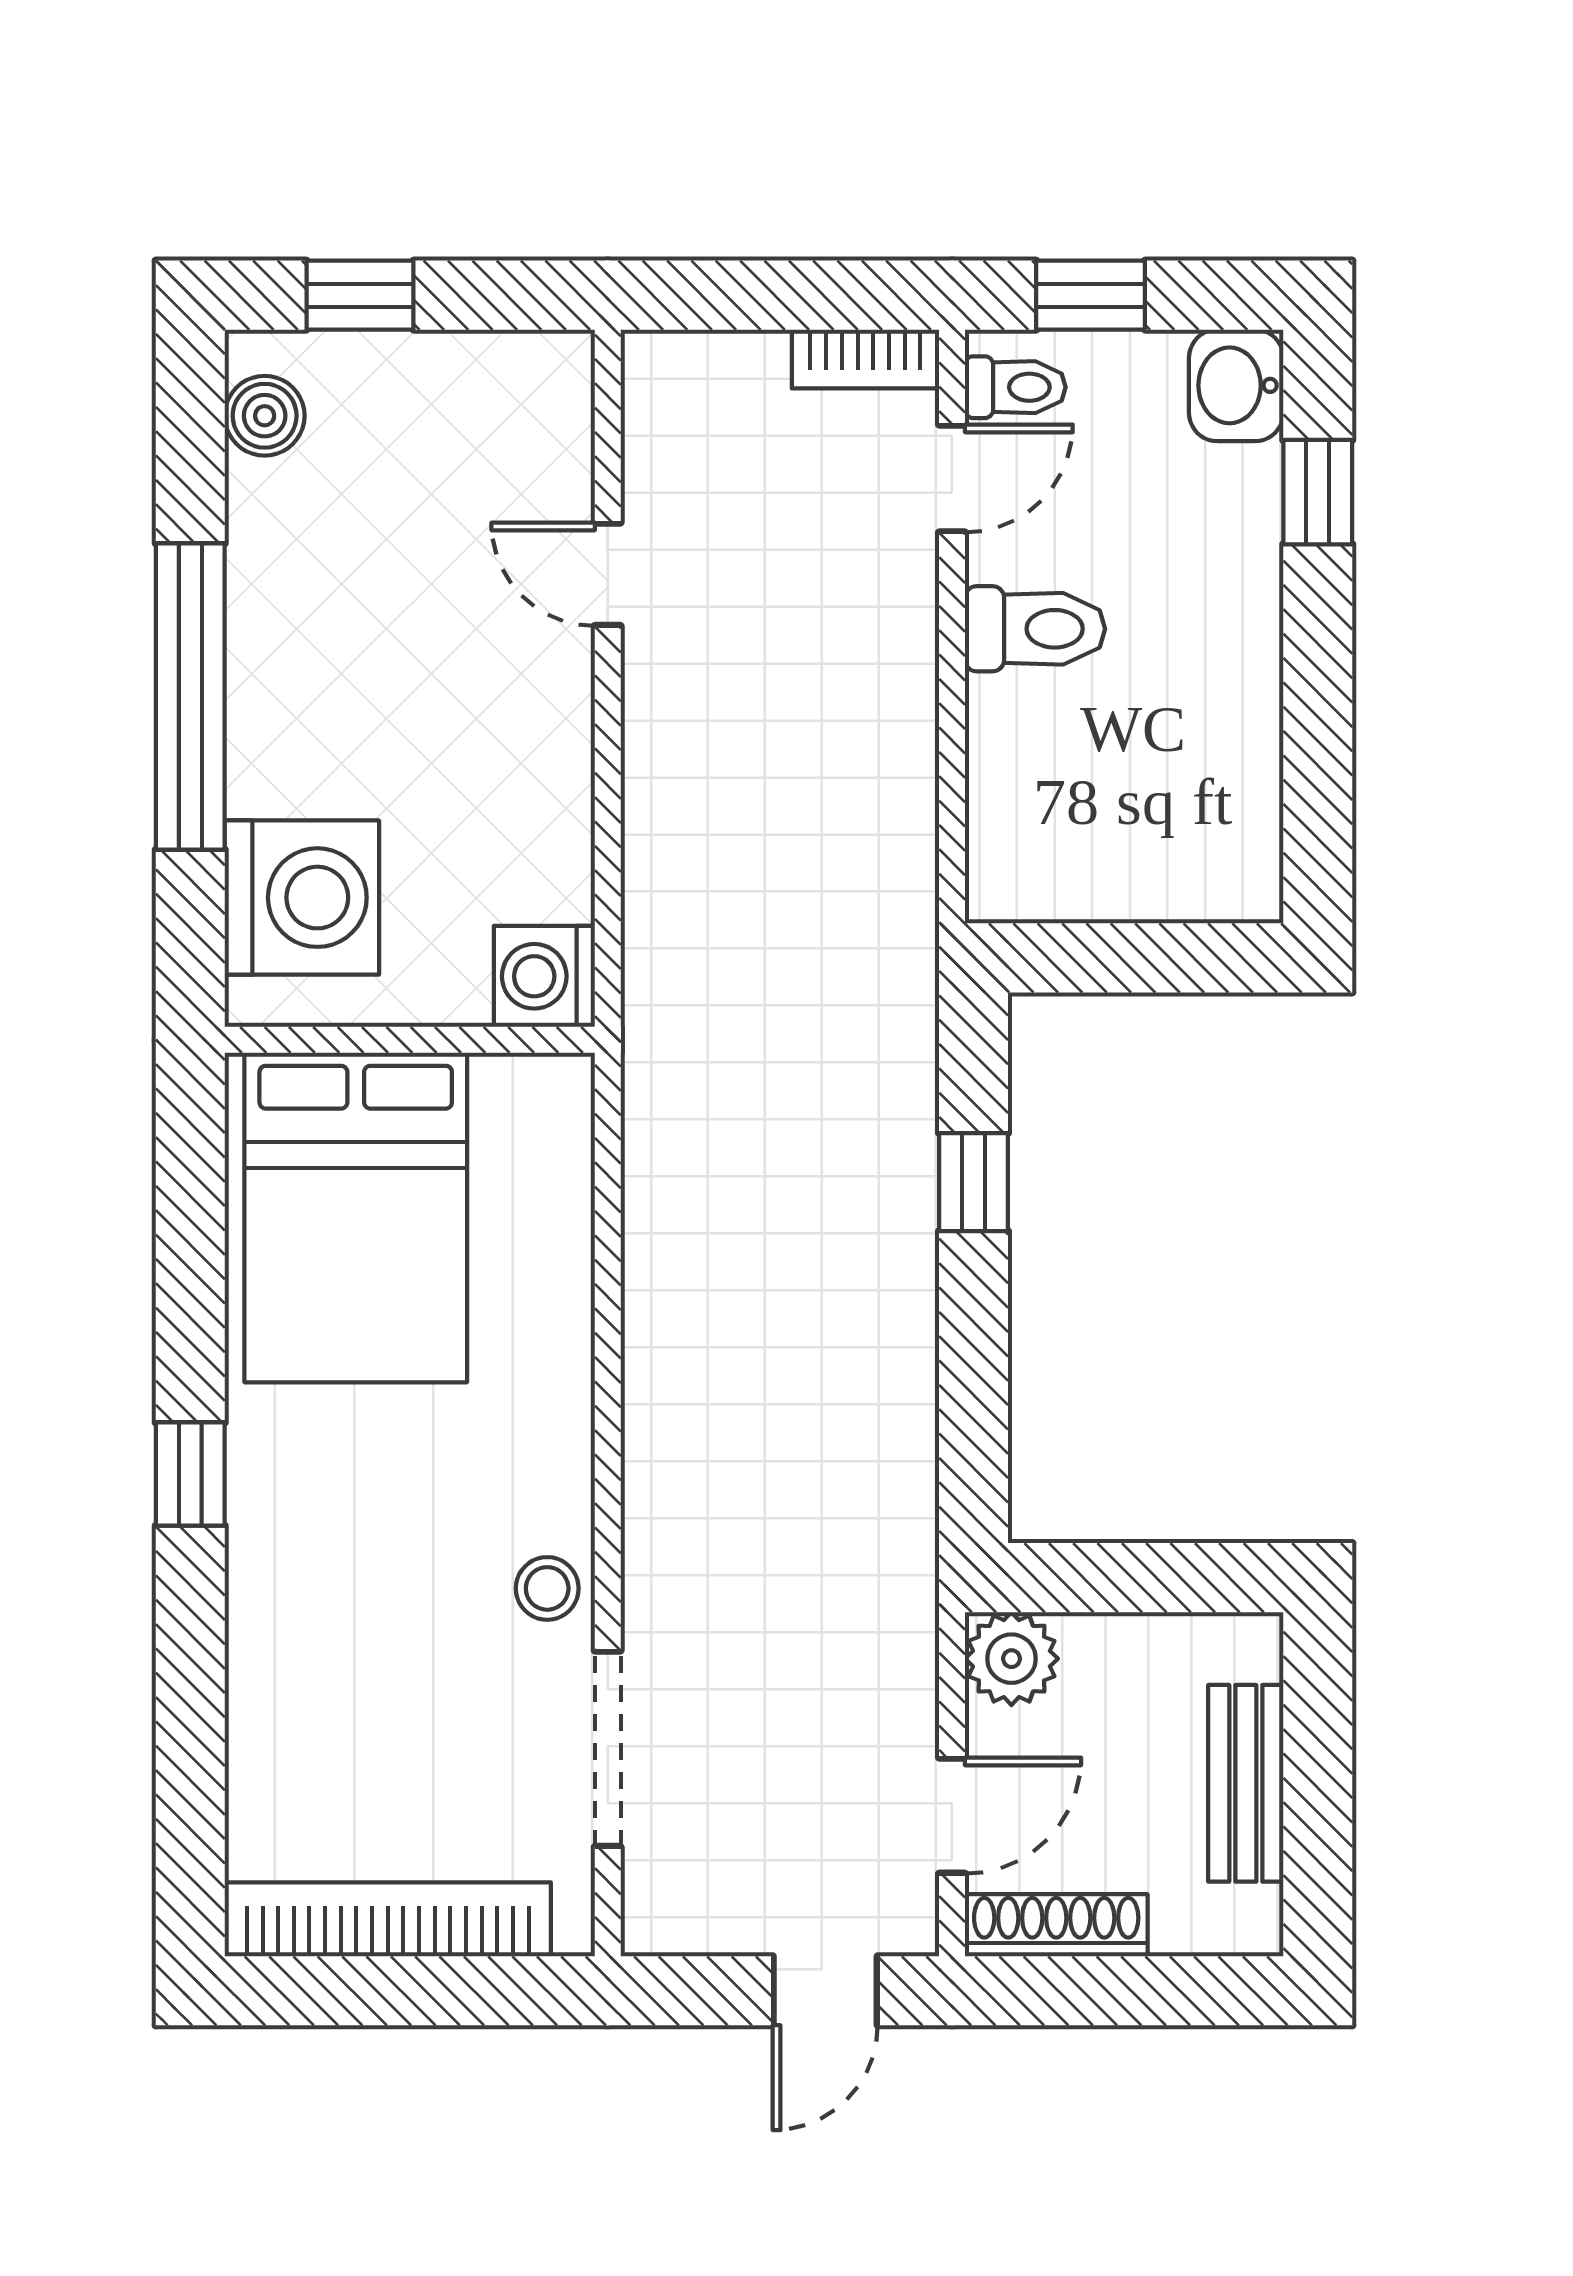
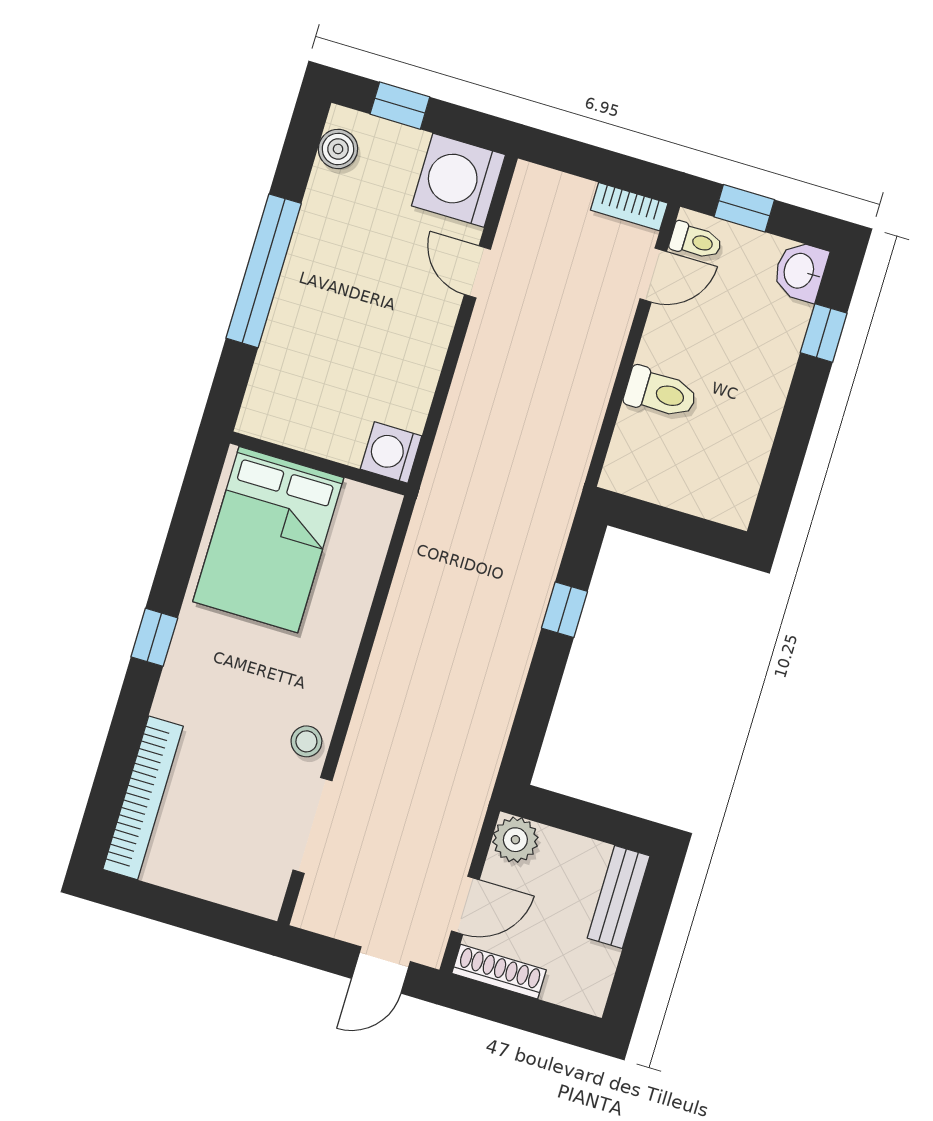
toilet: (1035, 629) -> (661, 393), moved
washing machine: (302, 898) -> (459, 180), moved, turned 180
bench: (1246, 1783) -> (619, 897), moved
bookcase: (388, 1919) -> (143, 798), moved, turned 90

